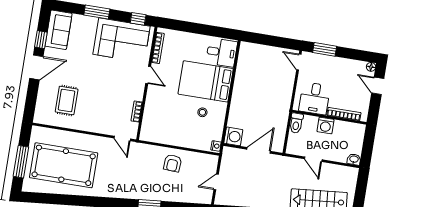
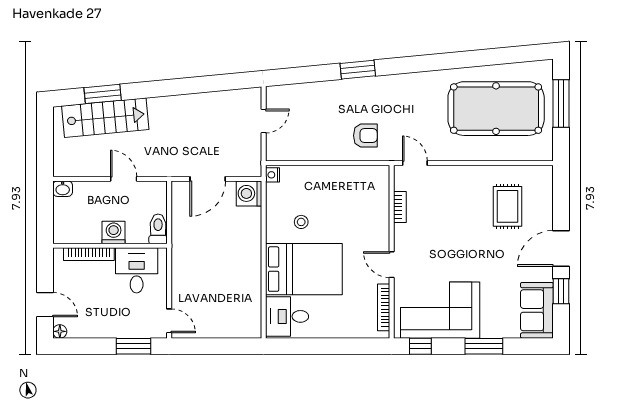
armchair: (173, 163) -> (365, 136), moved, turned 87

